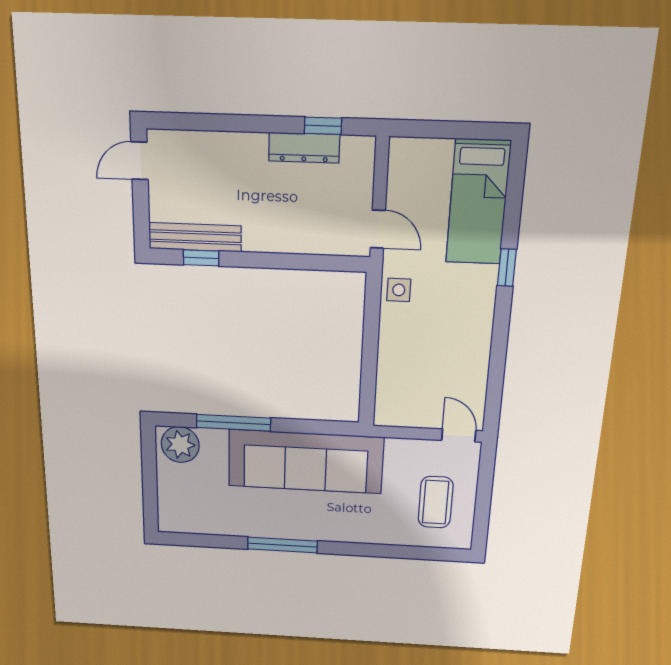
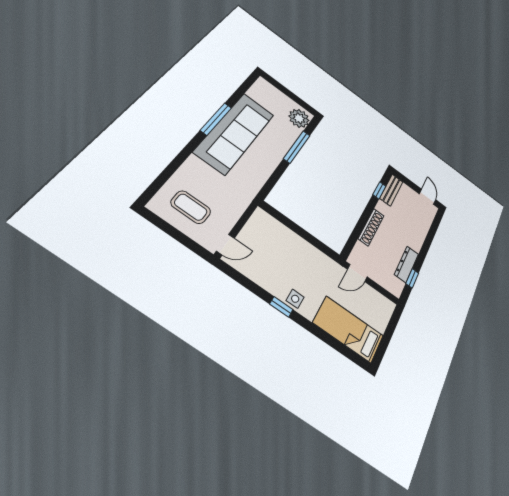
bench: (195, 237) -> (391, 190), width x0.73
shoe rack: (281, 242) -> (371, 227), added
window: (507, 268) -> (281, 307), moved
side table: (399, 290) -> (295, 299), moved
sofa: (306, 462) -> (235, 133), moved, turned 180

